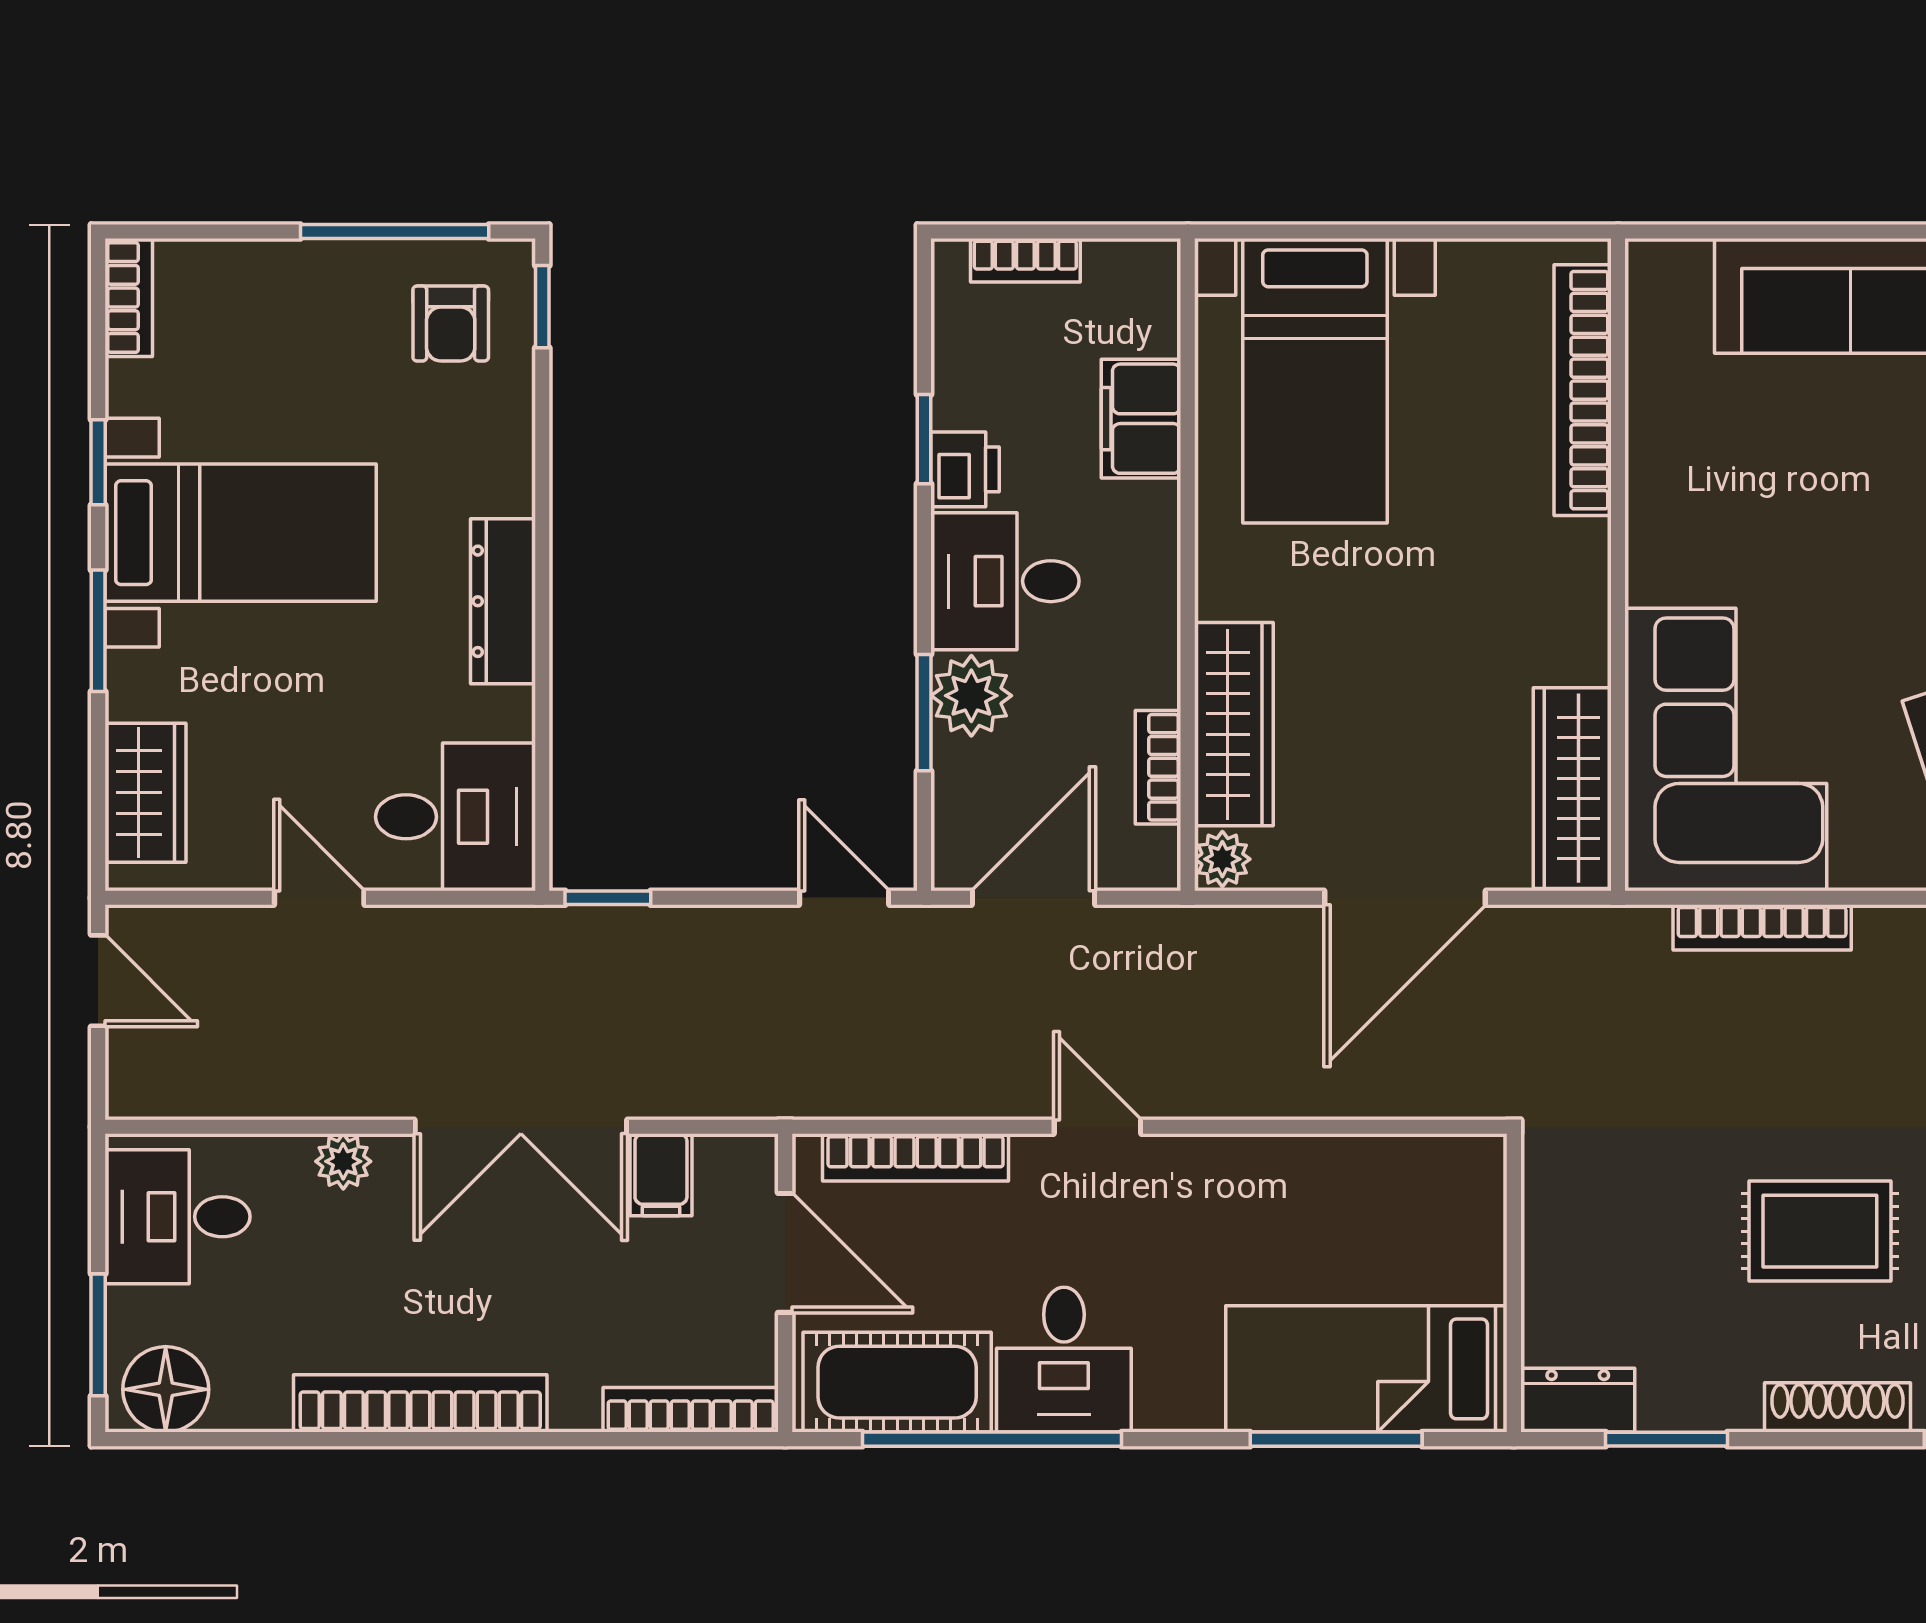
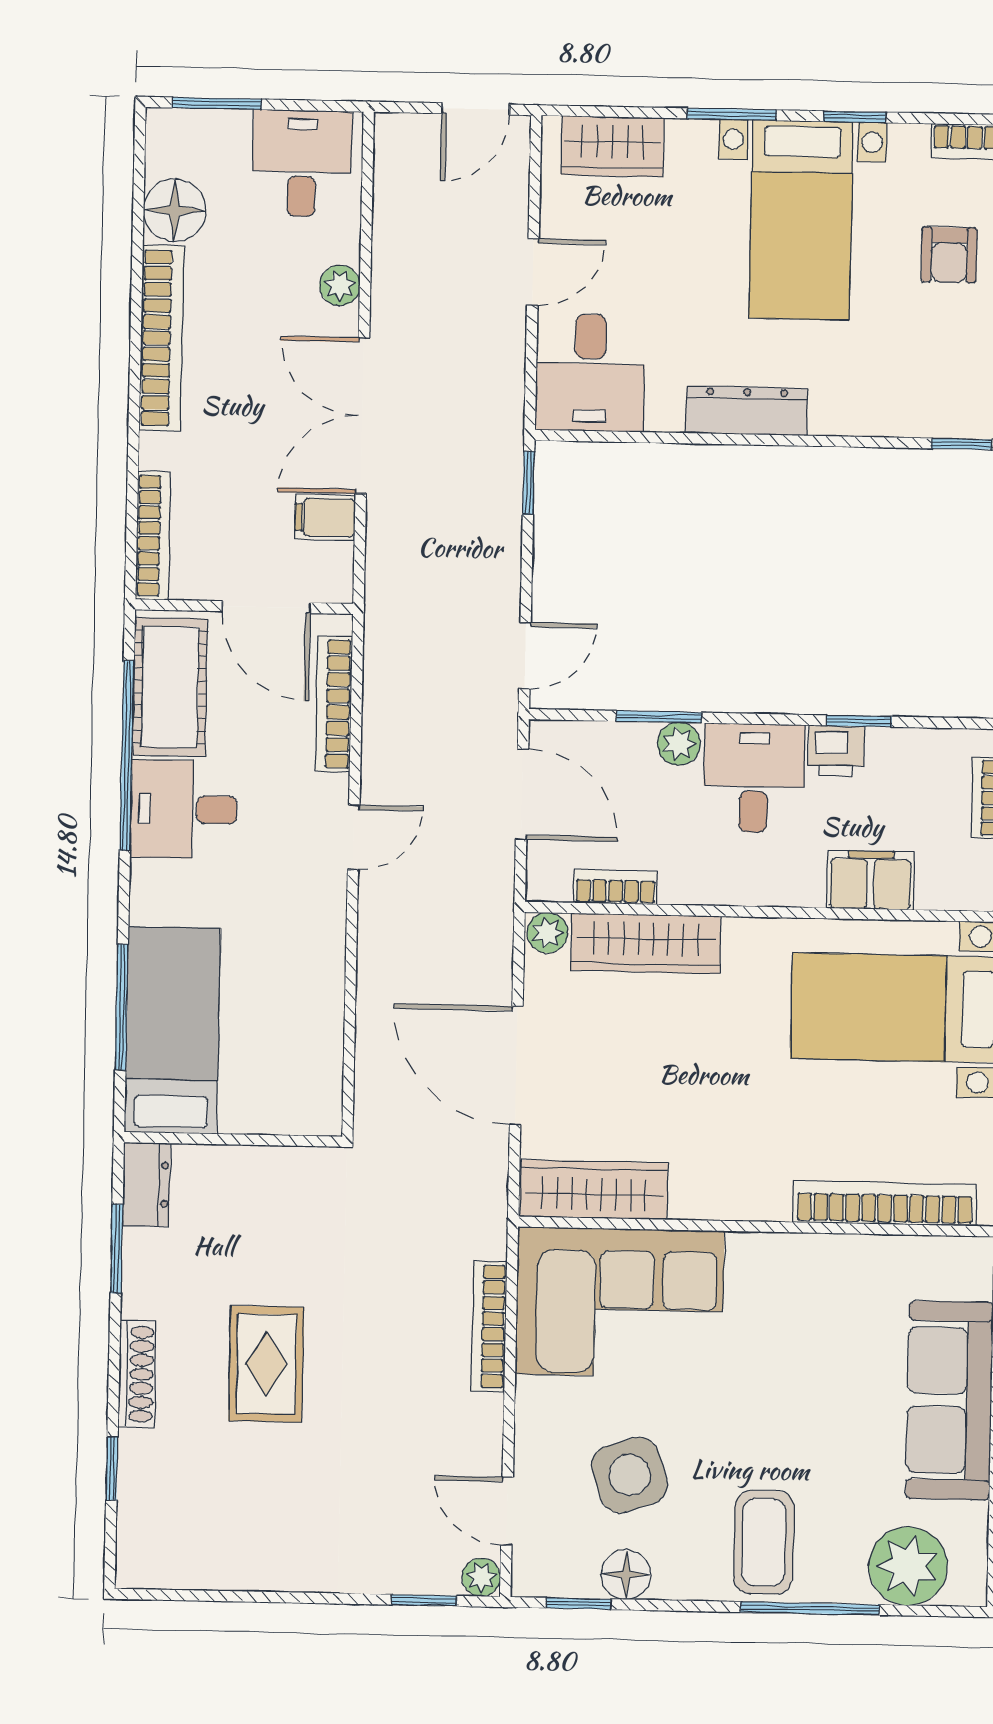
armchair: (451, 324) -> (949, 255), moved, turned -90
plant: (971, 696) -> (679, 744), width x0.73, depth x0.73
door: (785, 1253) -> (266, 607), hinge flipped
floor lamp: (166, 1389) -> (175, 210), moved

